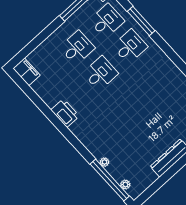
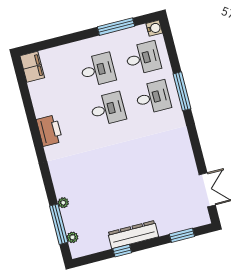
window: (141, 21) -> (182, 91), moved
window: (168, 175) -> (122, 251), added
window: (110, 180) -> (59, 224), width x0.68

